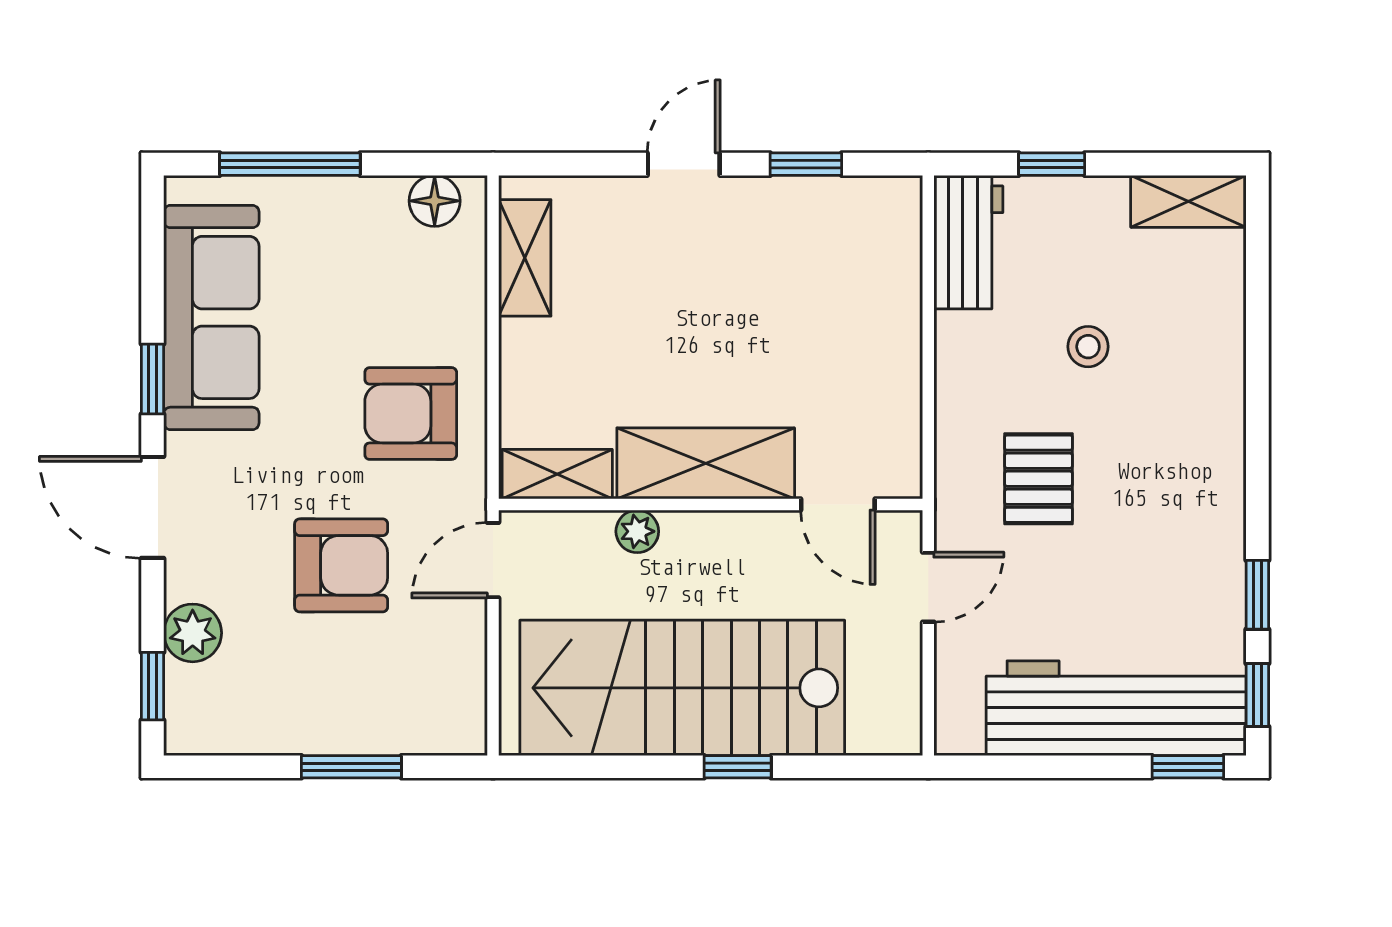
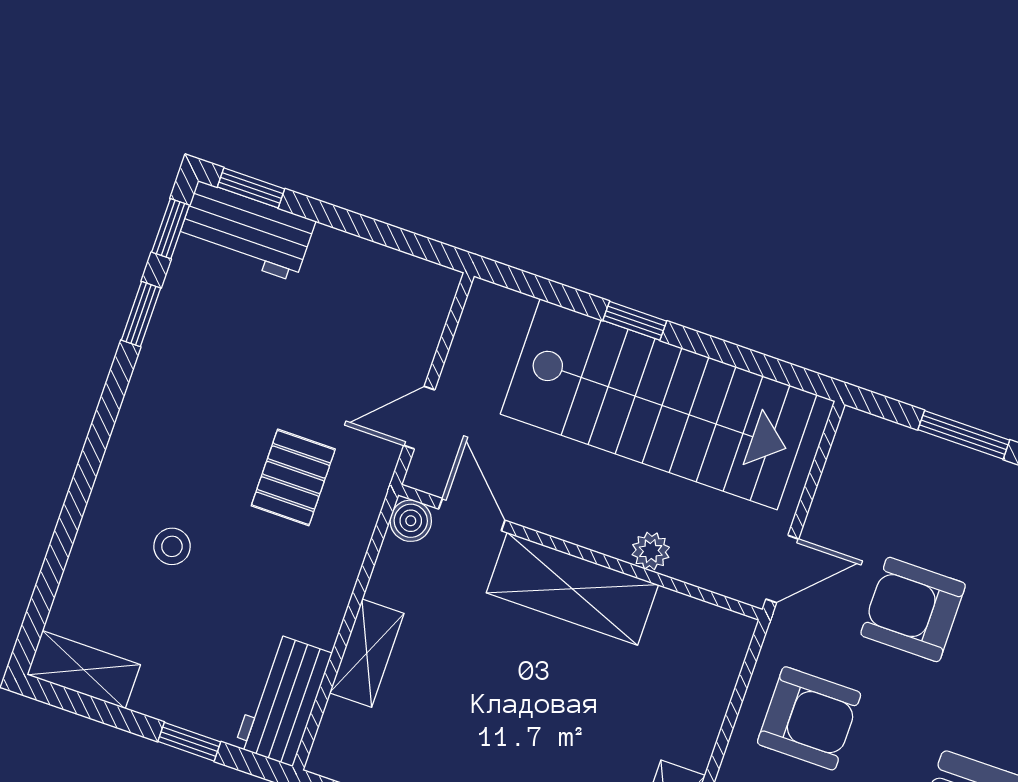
stool: (1088, 347) -> (172, 546), moved
shelving: (557, 474) -> (367, 653), moved, turned 90
boiler: (900, 476) -> (411, 521), added
workbench: (1116, 708) -> (246, 231), width x0.53, depth x0.76

